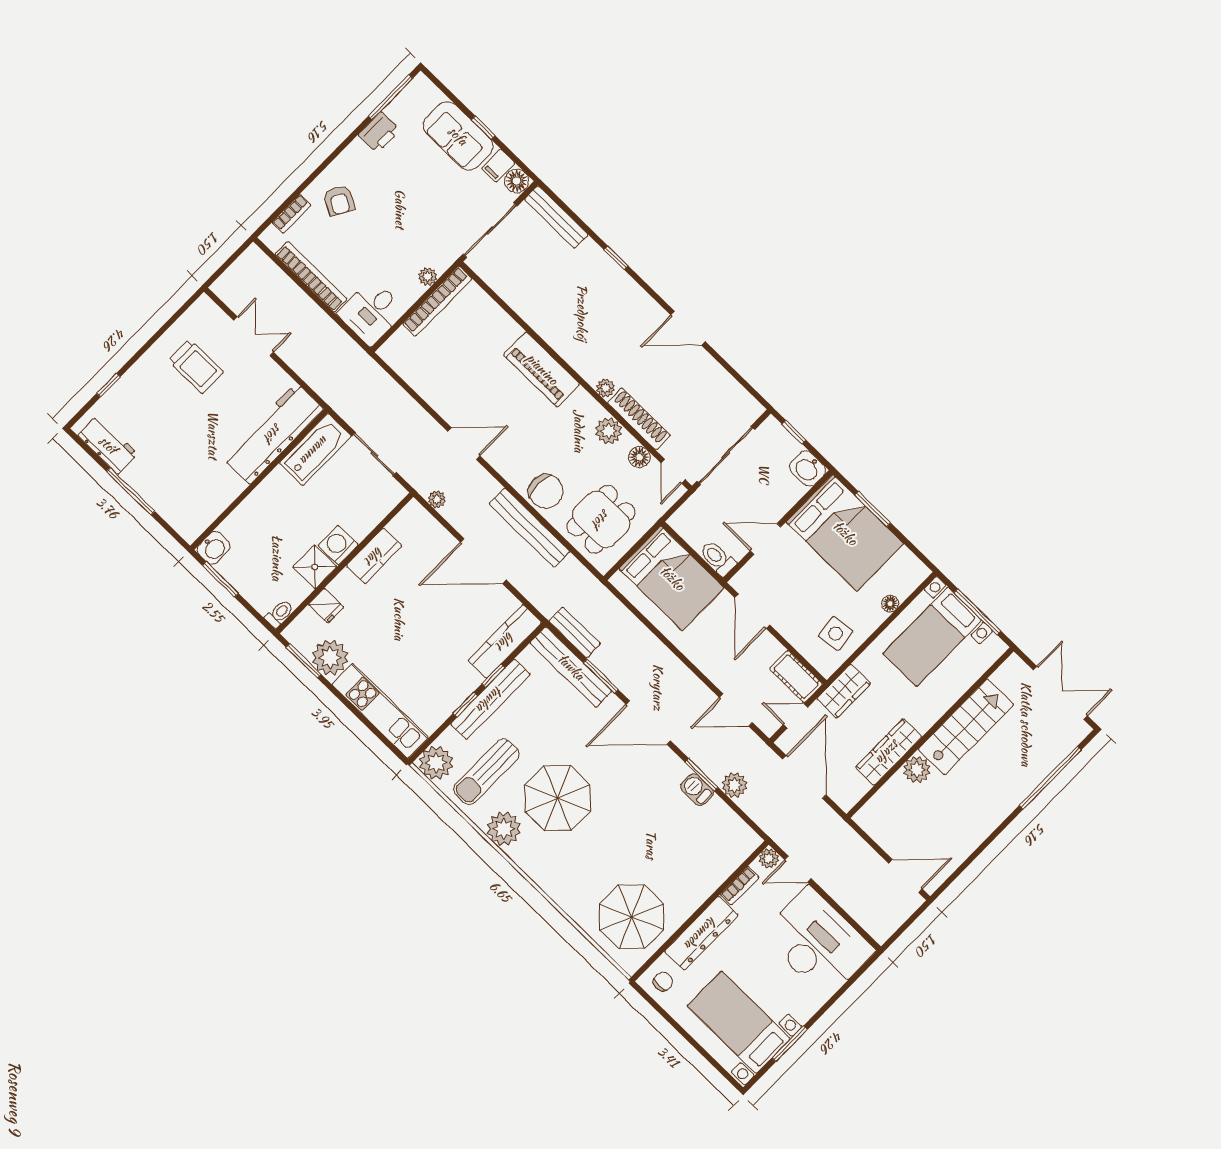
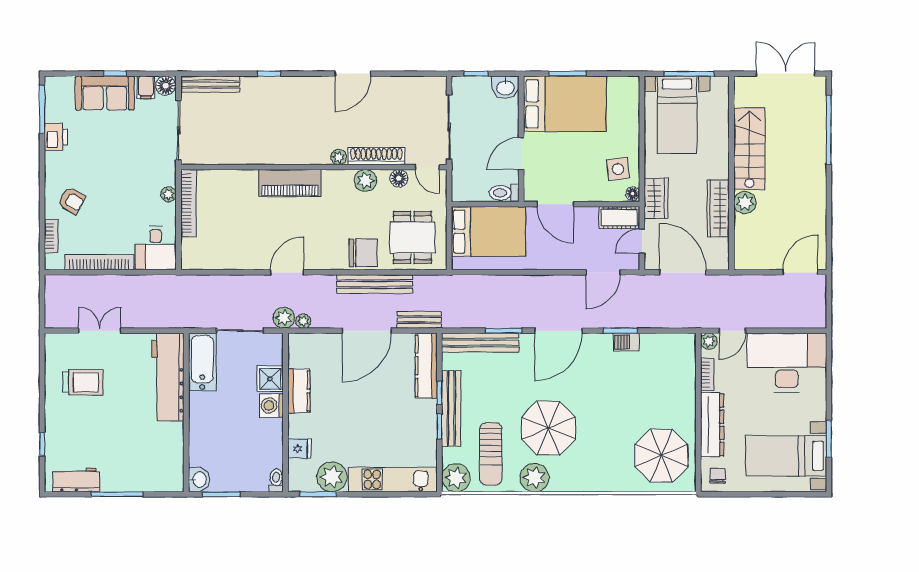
shower: (315, 567) -> (270, 379), moved
floor lamp: (890, 604) -> (633, 194), moved
bench: (575, 632) -> (419, 320), moved
plant: (734, 785) -> (284, 318), moved

